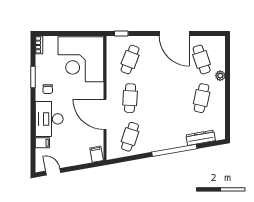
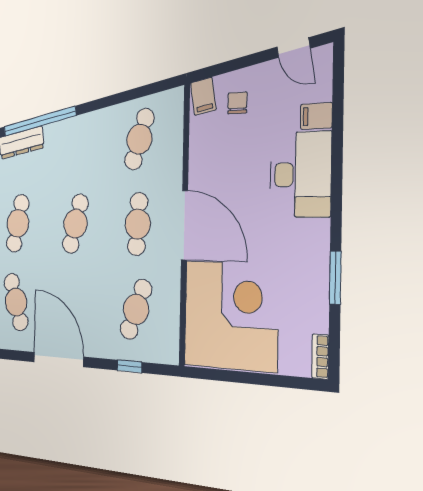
window: (121, 34) -> (130, 366), moved
chair: (48, 89) -> (237, 103), moved
cafe table: (166, 98) -> (75, 224), added
door: (105, 114) -> (184, 225), moved
window: (174, 150) -> (39, 121), moved

